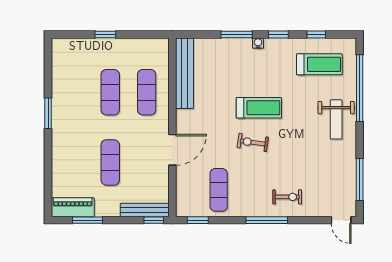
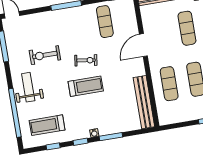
treadmill: (259, 108) -> (86, 86), turned 180
exercise bike: (287, 197) -> (45, 55), moved, width x1.38, depth x1.39

